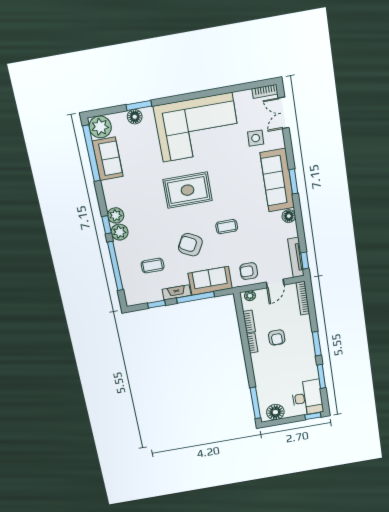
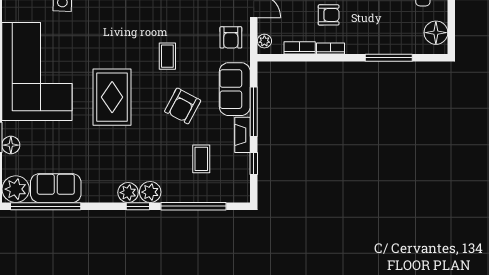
window: (255, 403) -> (389, 58), moved

